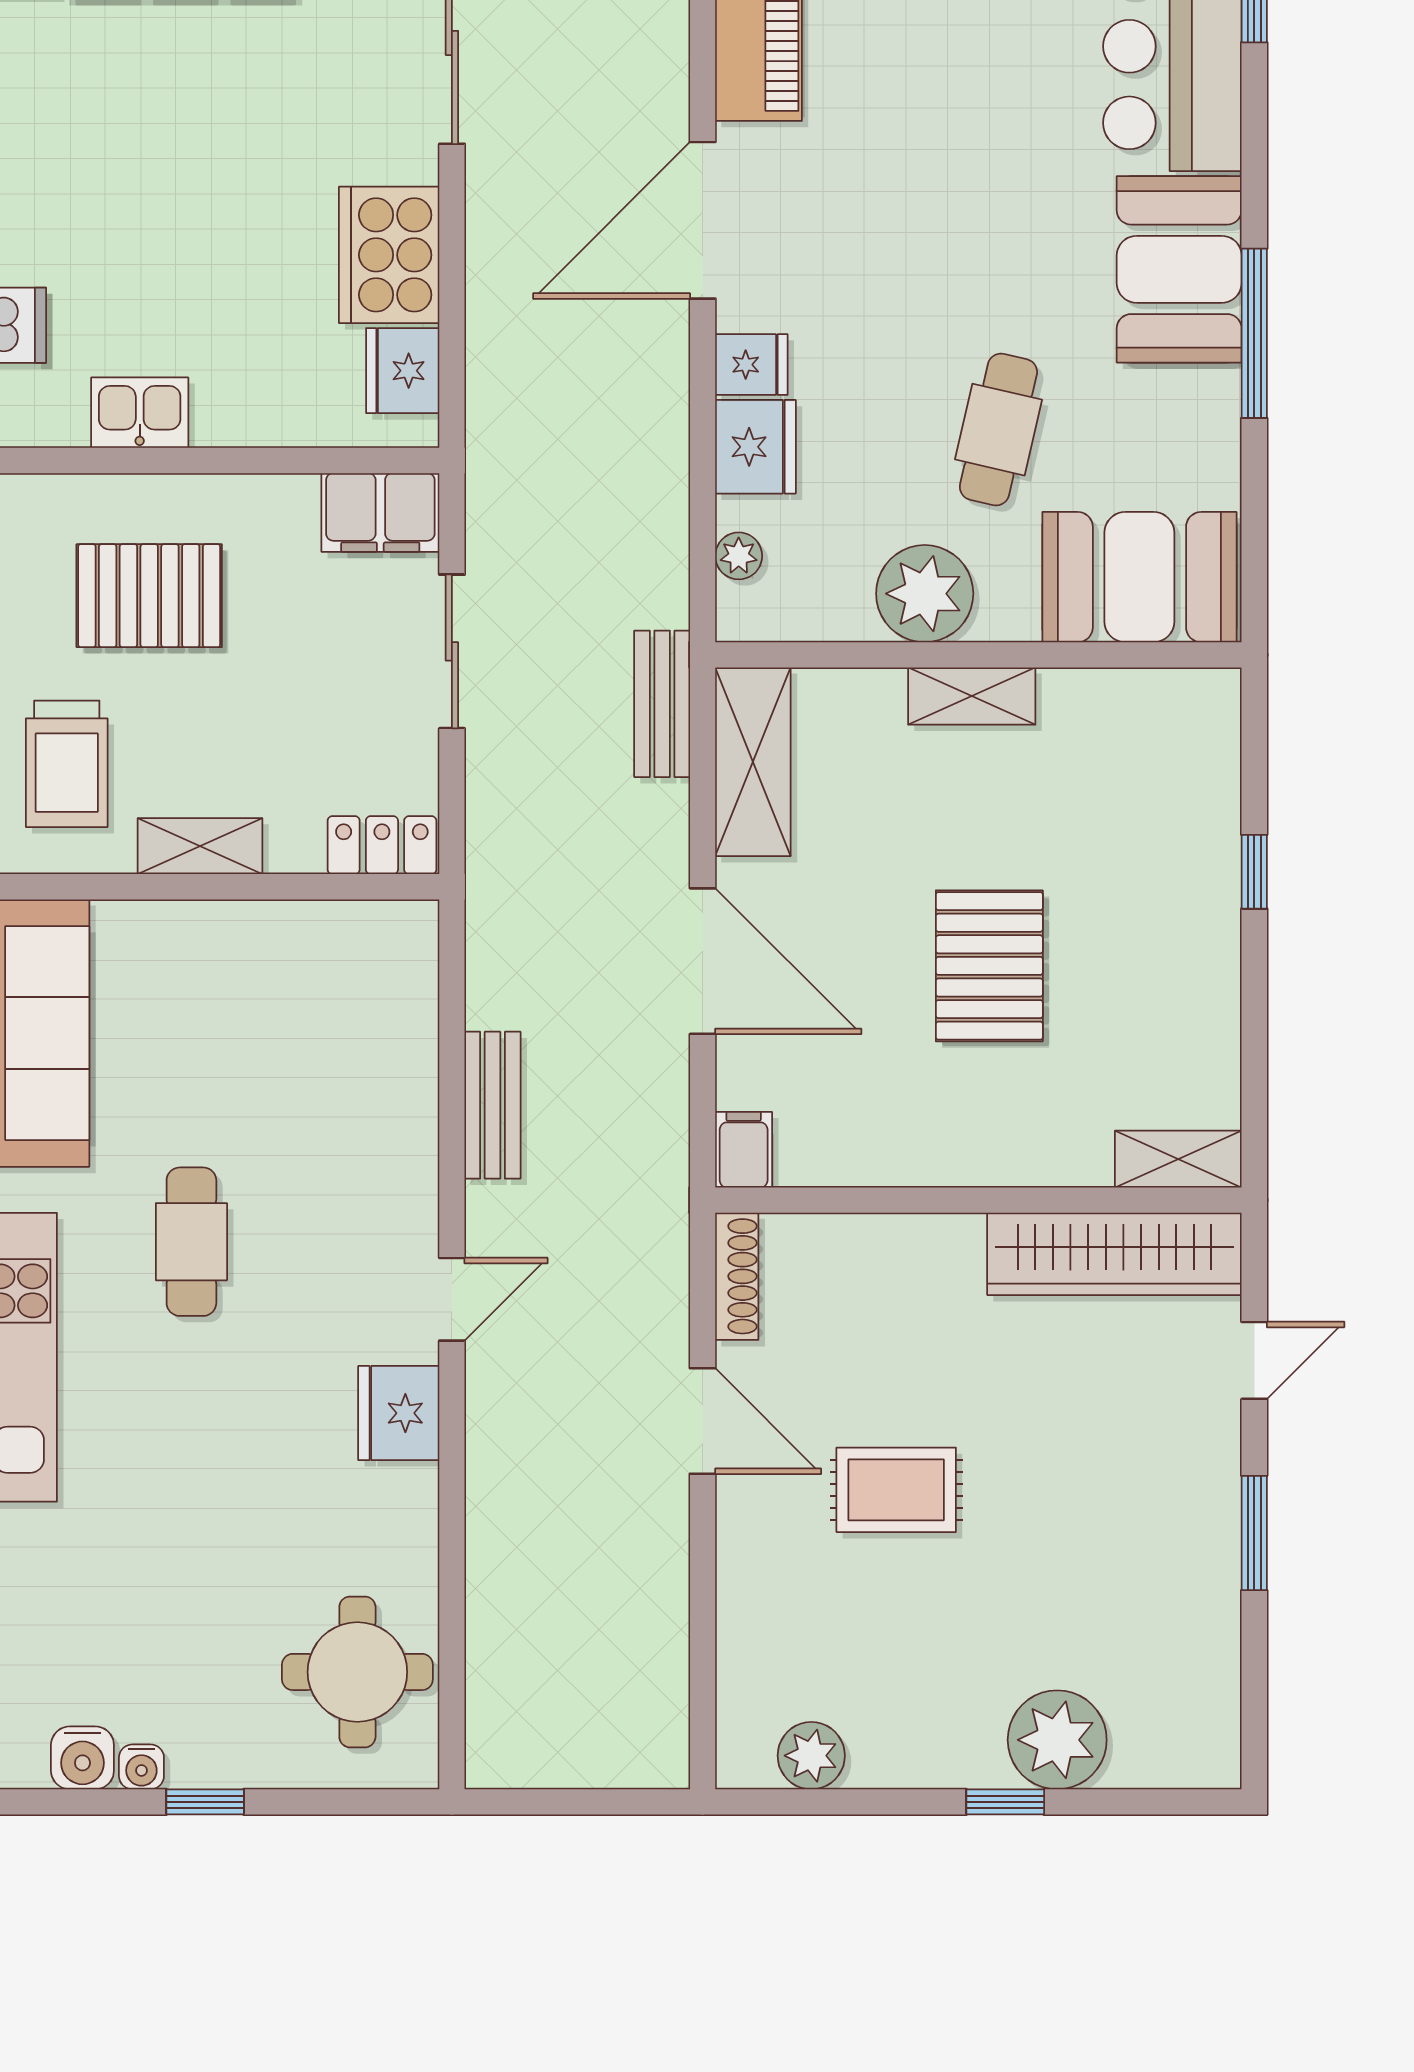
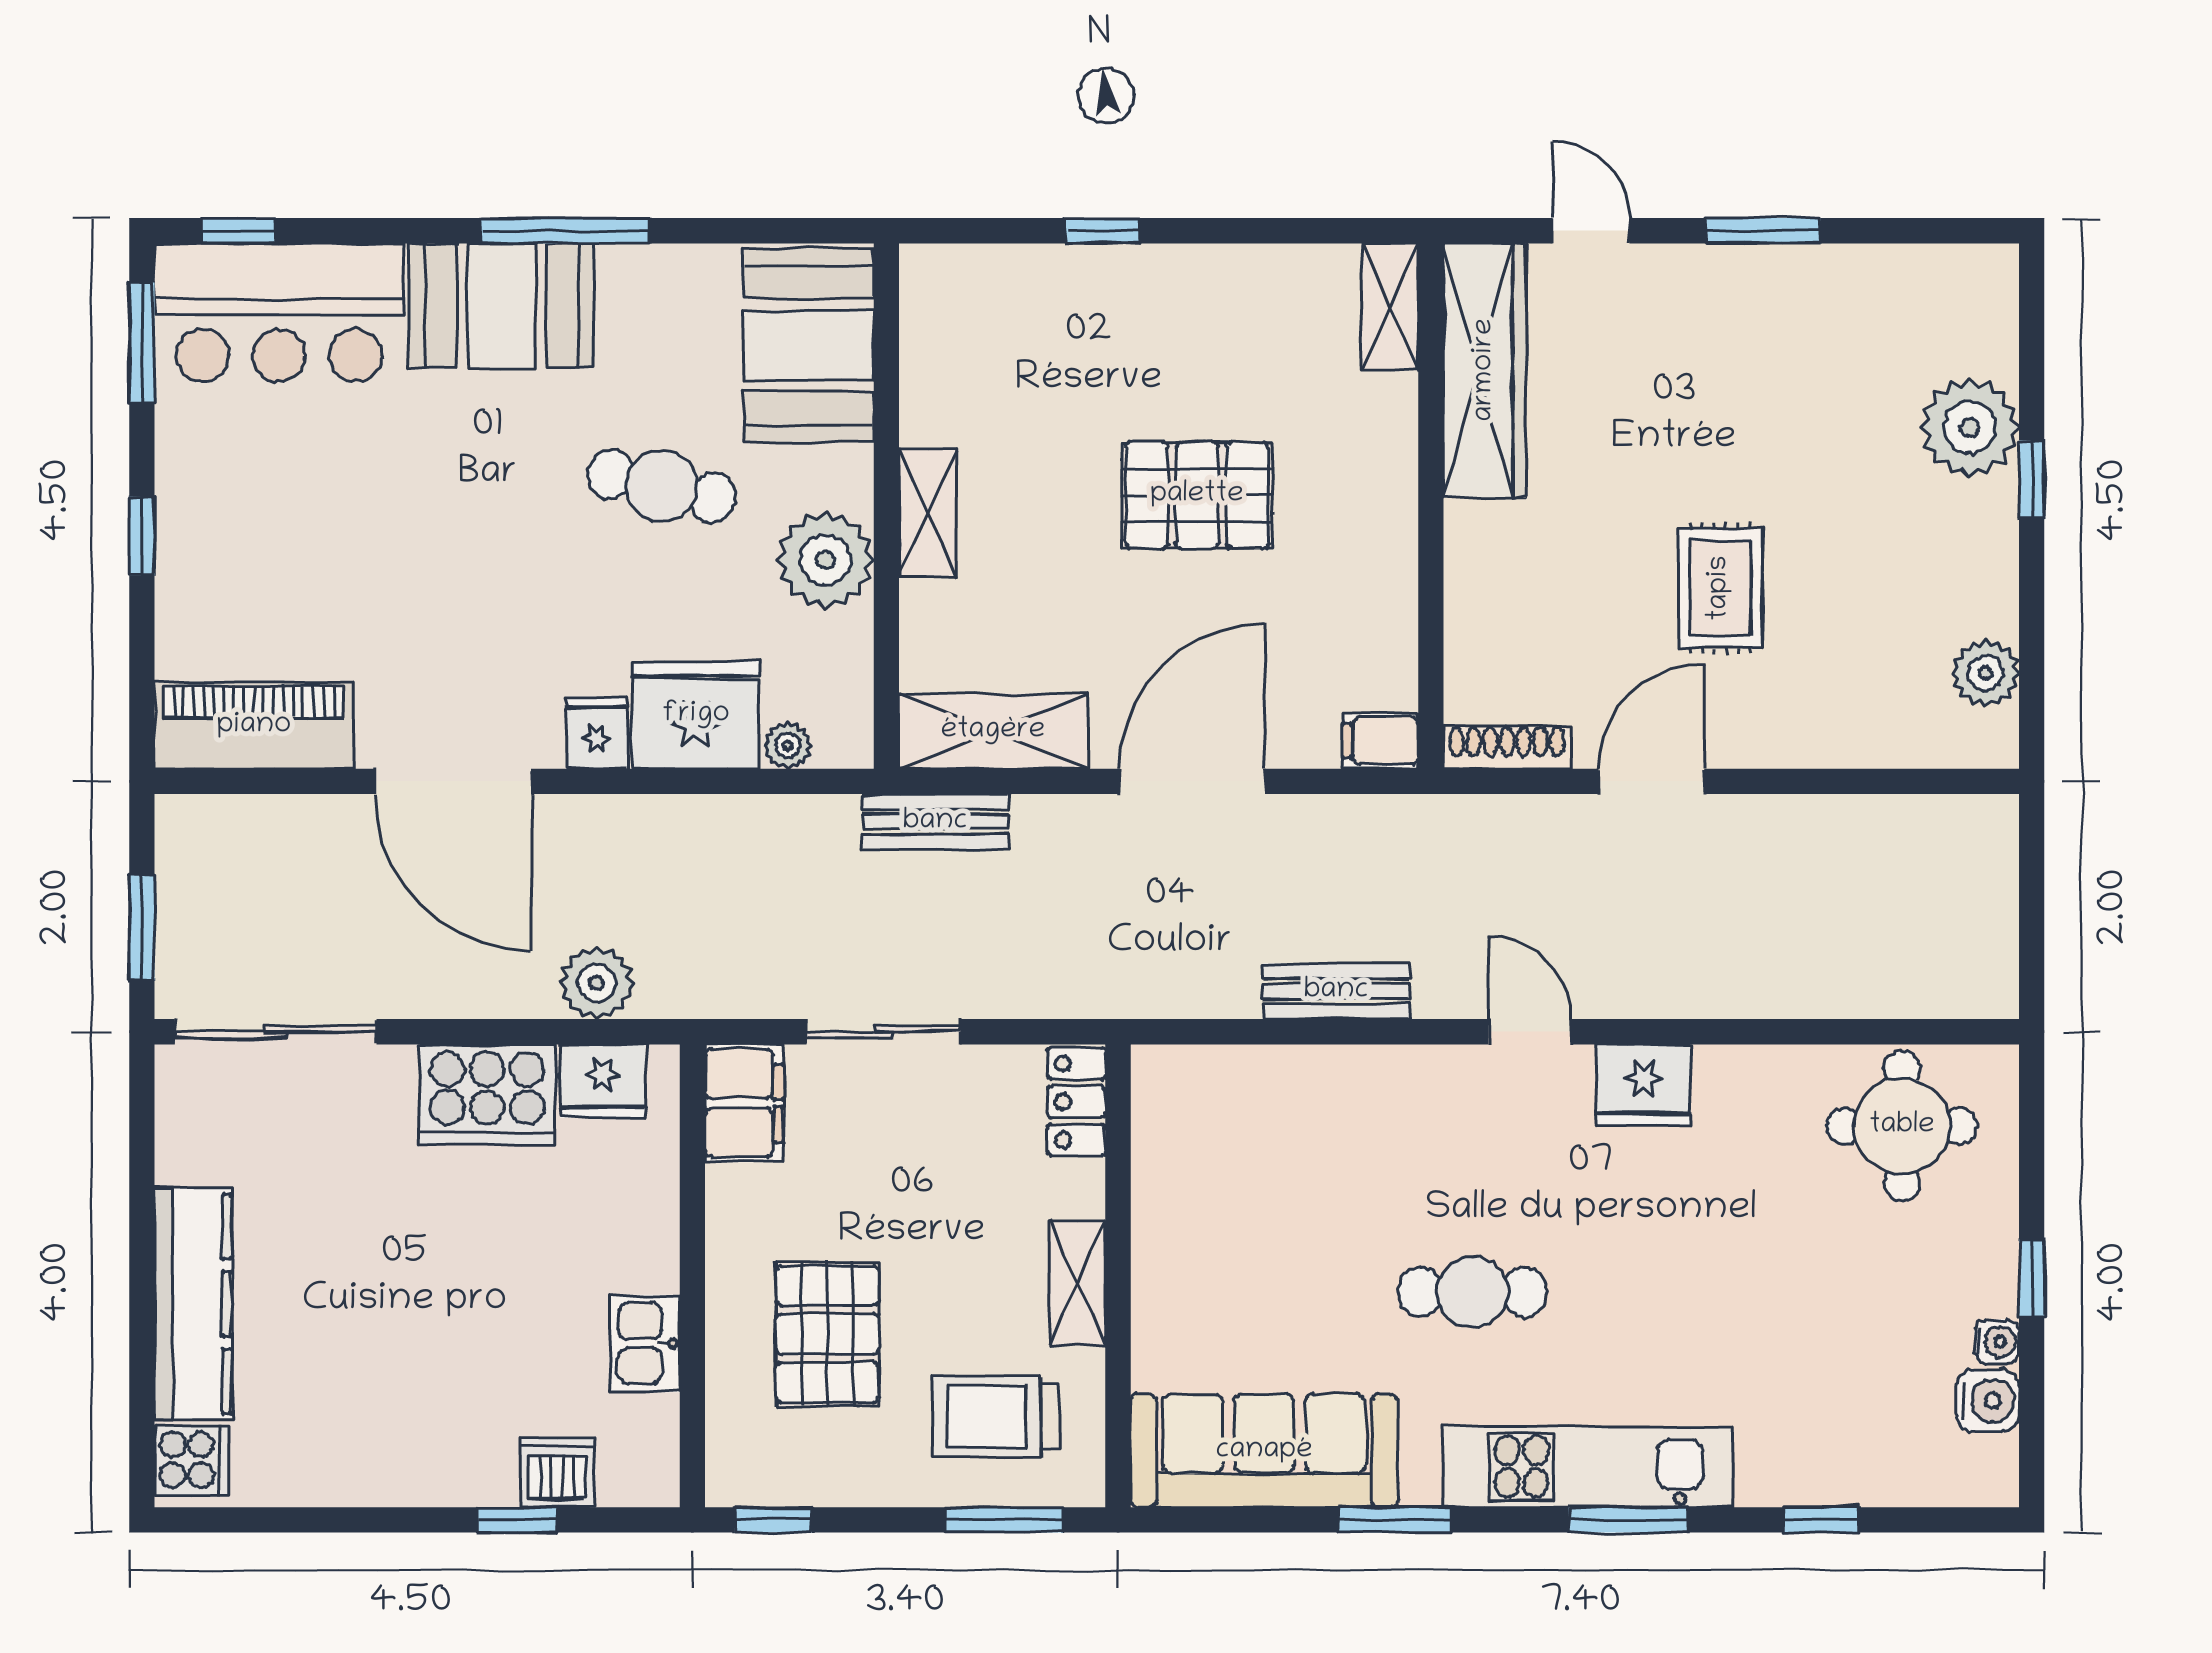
plant: (501, 364) -> (597, 983), added
fridge: (756, 447) -> (696, 715), width x1.36, depth x1.34
trolley: (67, 764) -> (995, 1416), turned 180

